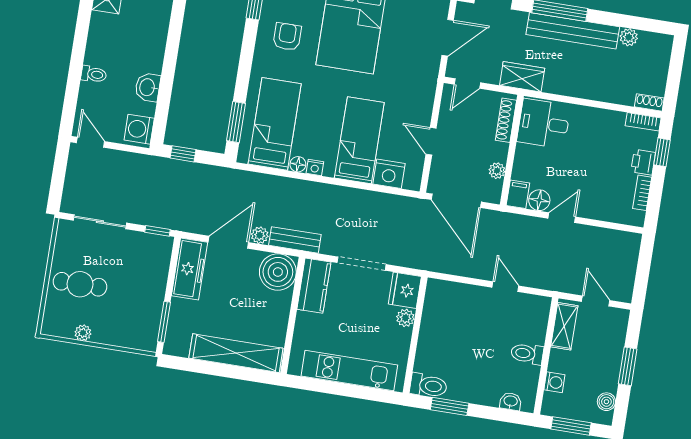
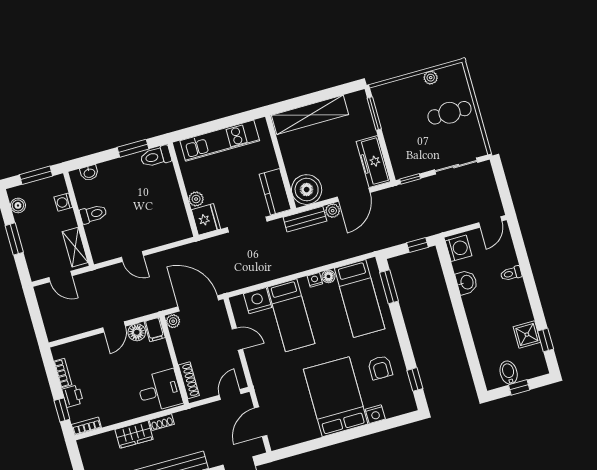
wardrobe: (522, 77) -> (134, 434), moved
shoe rack: (649, 102) -> (162, 422), moved
door: (90, 142) -> (490, 222), hinge flipped
plant: (497, 171) -> (173, 321), moved

